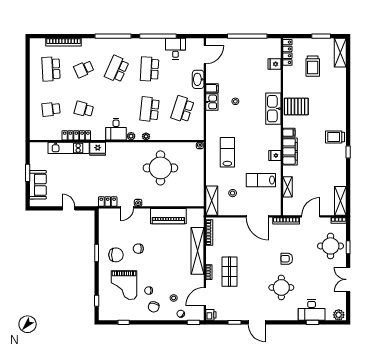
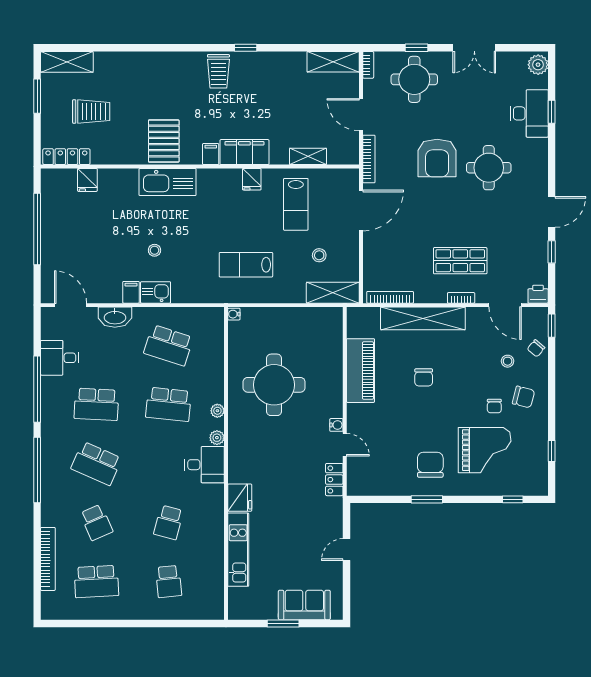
locker: (76, 135) -> (216, 536), removed
chair: (138, 249) -> (424, 377), moved
armchair: (287, 259) -> (437, 158), width x1.88, depth x1.88

